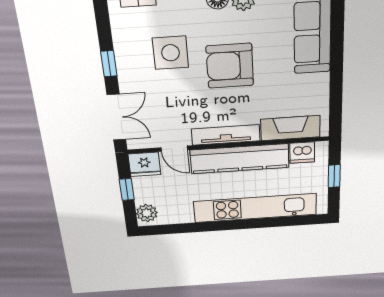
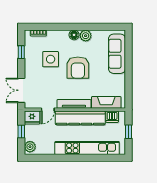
window: (109, 64) -> (21, 52), moved
armchair: (230, 66) -> (78, 68), turned -90
double door: (116, 117) -> (21, 90), swing flipped
door: (174, 149) -> (48, 110), hinge flipped

